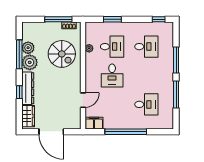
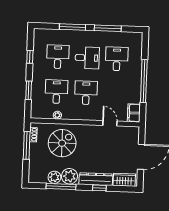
window: (159, 19) -> (30, 57), moved
desk: (112, 76) -> (86, 93), turned -90
desk: (146, 76) -> (87, 58), added

